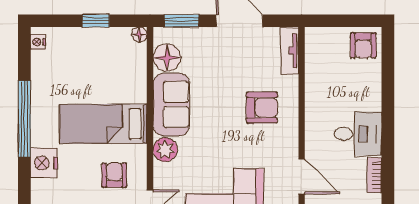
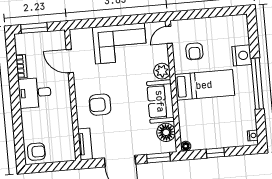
armchair: (363, 45) -> (36, 152), turned 90

